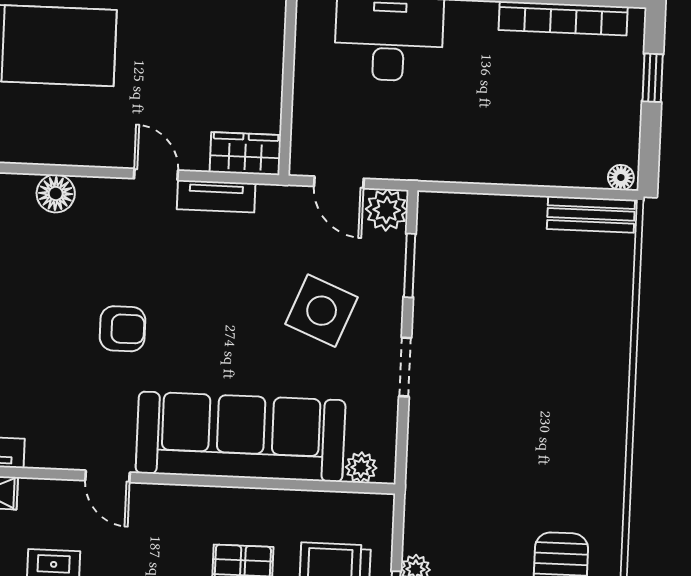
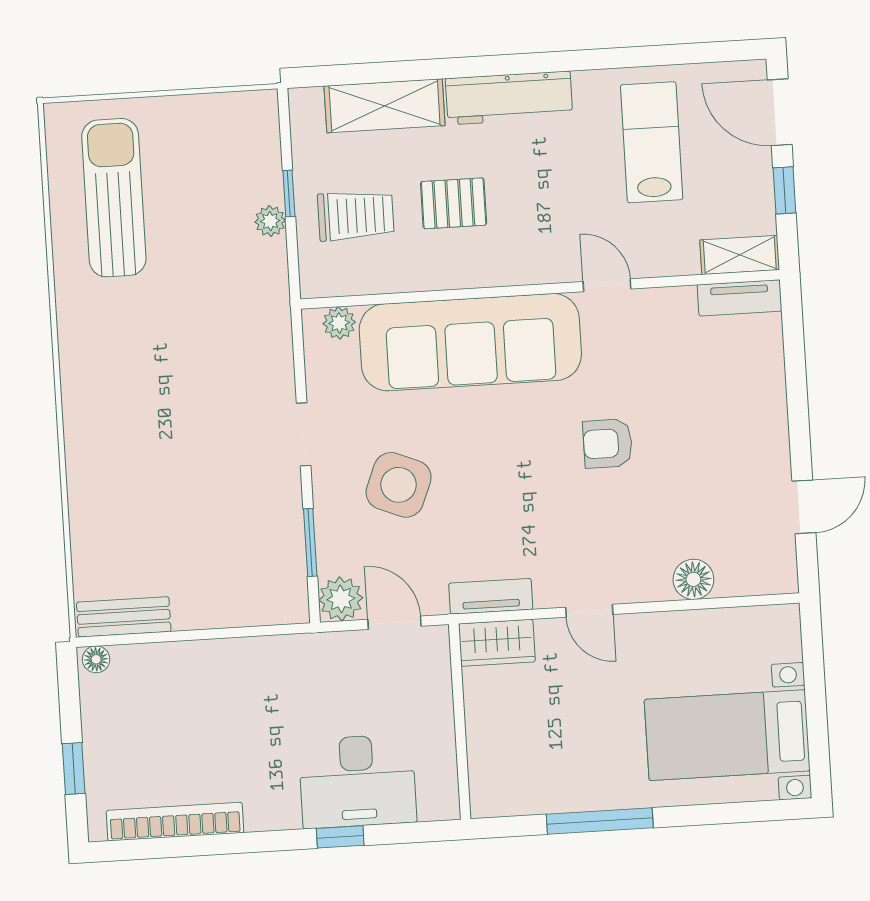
tv unit: (216, 196) -> (491, 596), moved

